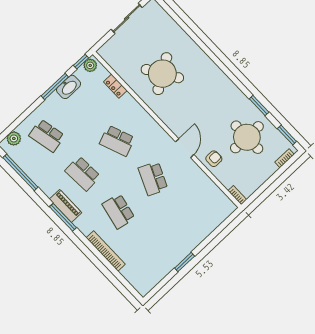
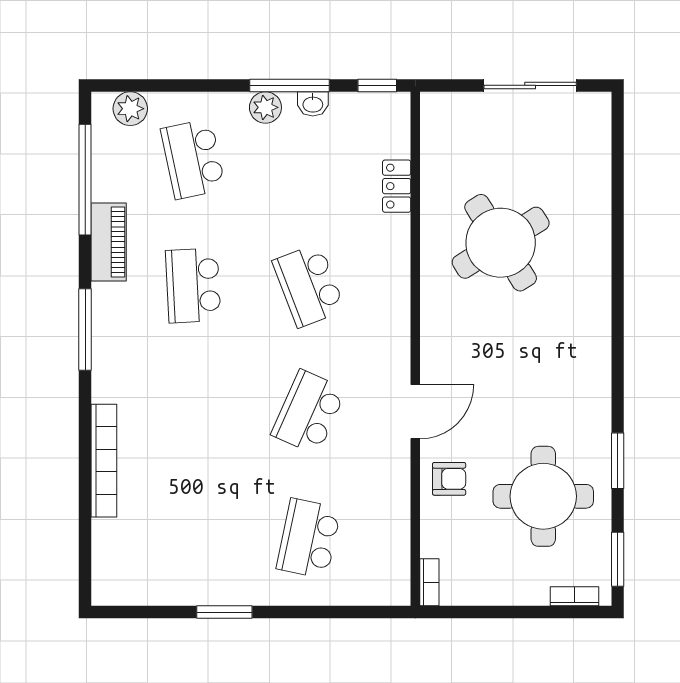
plant: (90, 65) -> (265, 107), moved
washbasin: (69, 87) -> (313, 104), width x0.52, depth x0.69
piano: (66, 206) -> (109, 242), moved
school desk: (119, 211) -> (309, 539), moved

